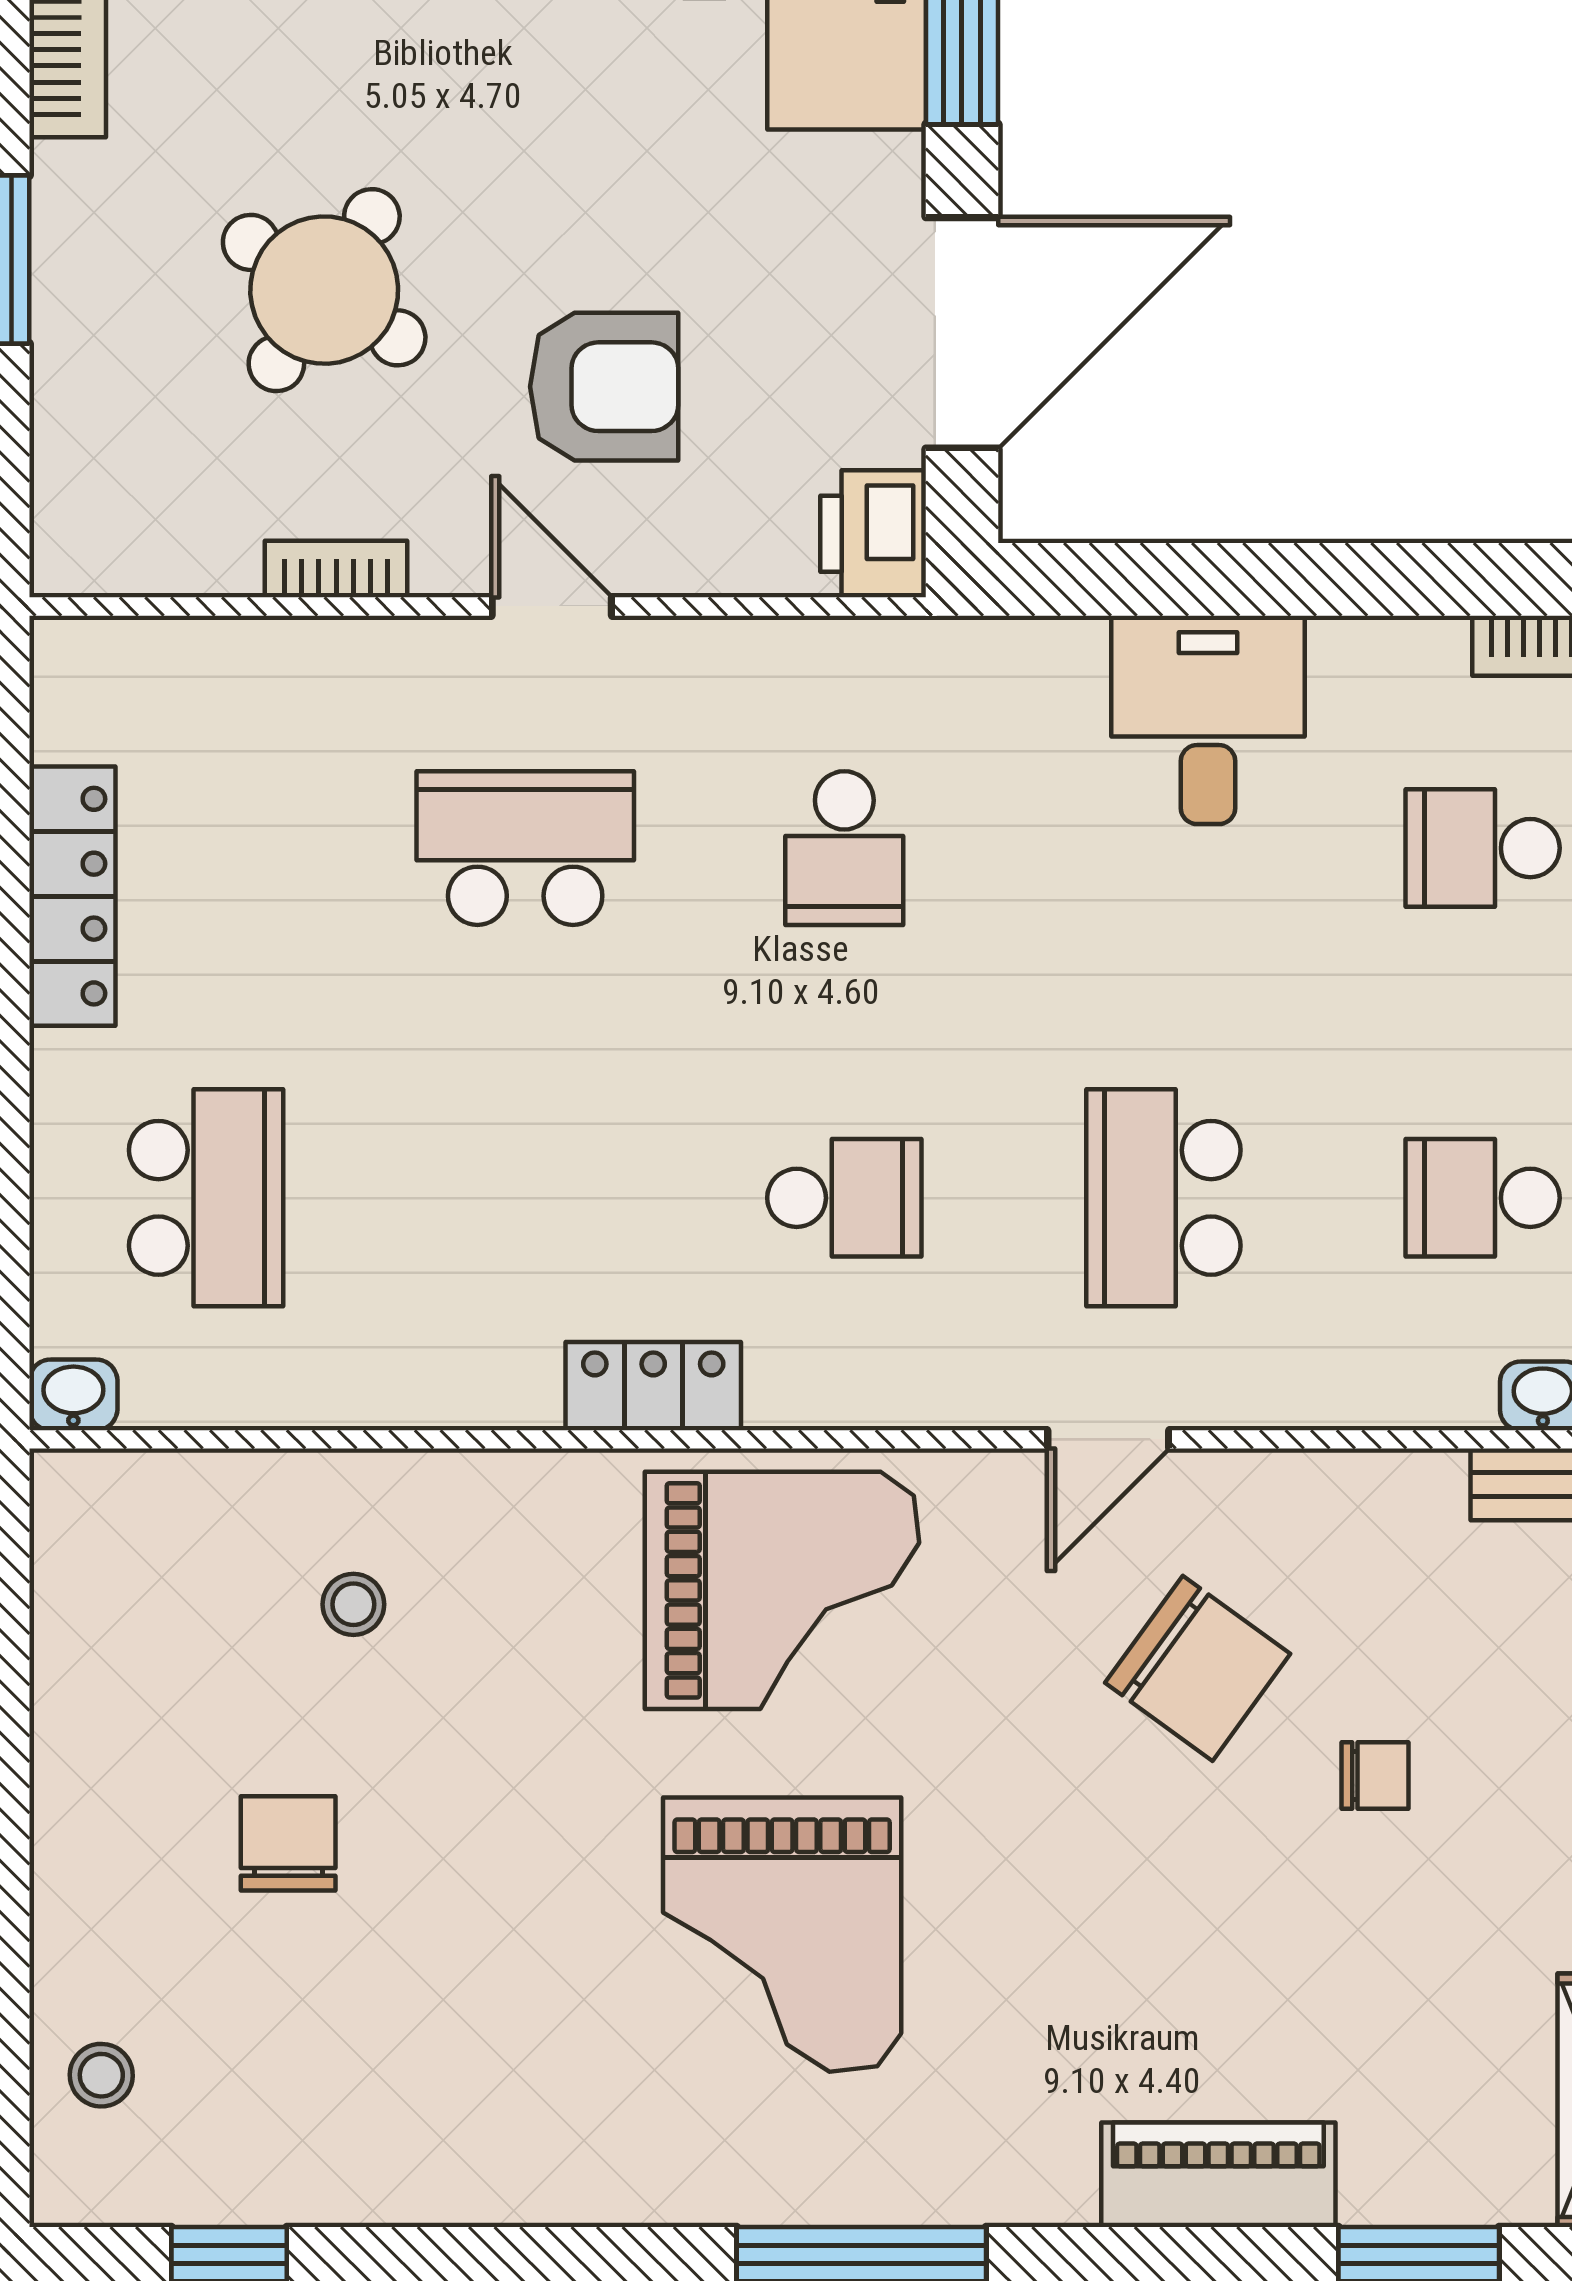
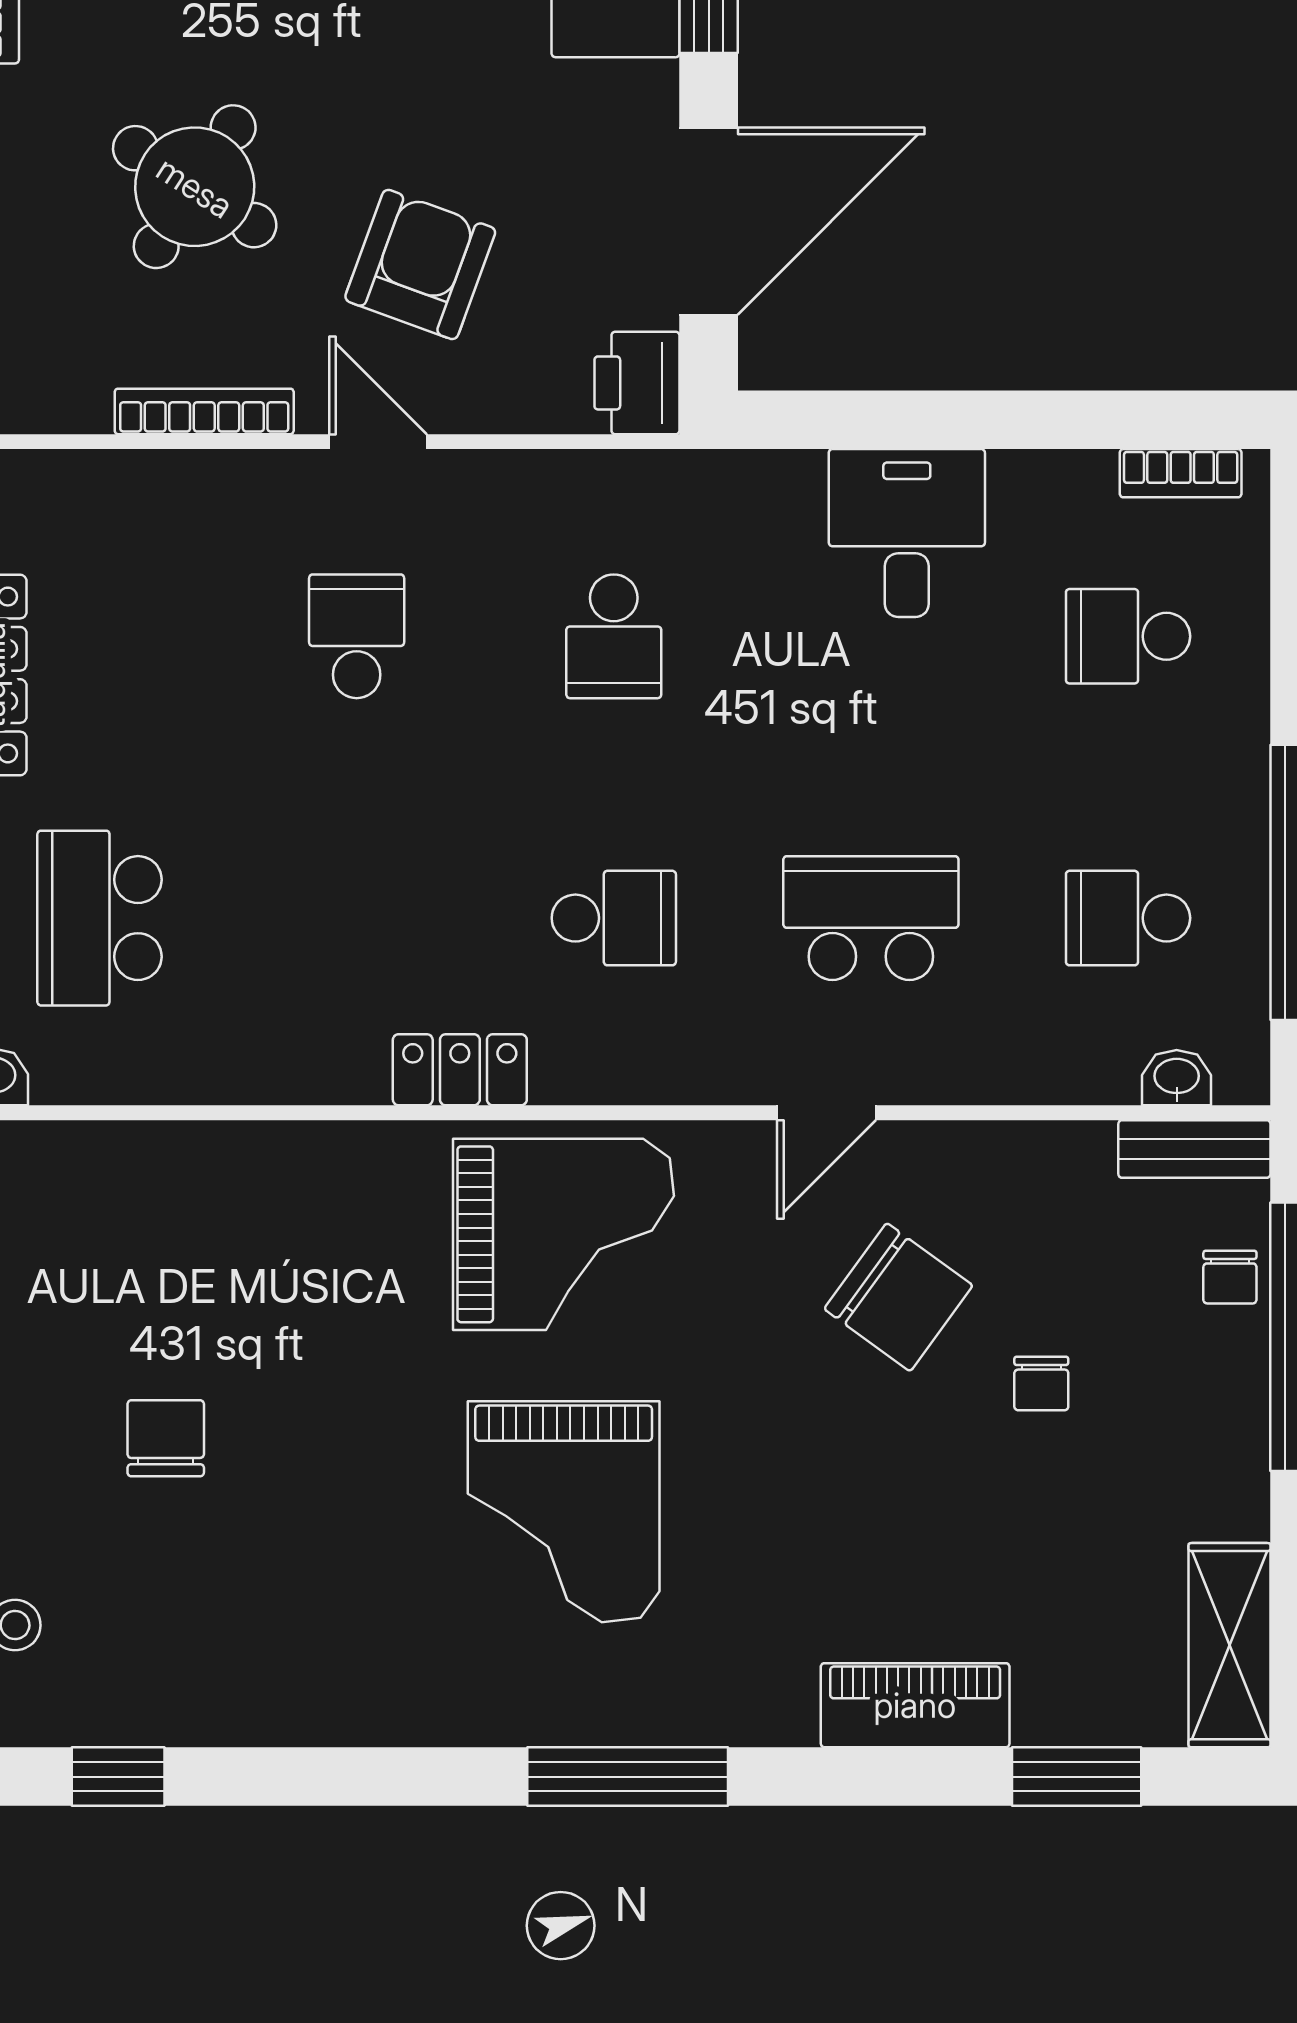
armchair: (604, 387) -> (420, 264), turned -70
bookcase: (336, 569) -> (204, 411), width x1.56
school desk: (525, 848) -> (357, 636), width x0.54
school desk: (206, 1198) -> (100, 918), turned 180
school desk: (1163, 1198) -> (871, 918), turned 90
stool: (353, 1604) -> (218, 1246), removed
chair: (1375, 1775) -> (1041, 1383), turned 90

